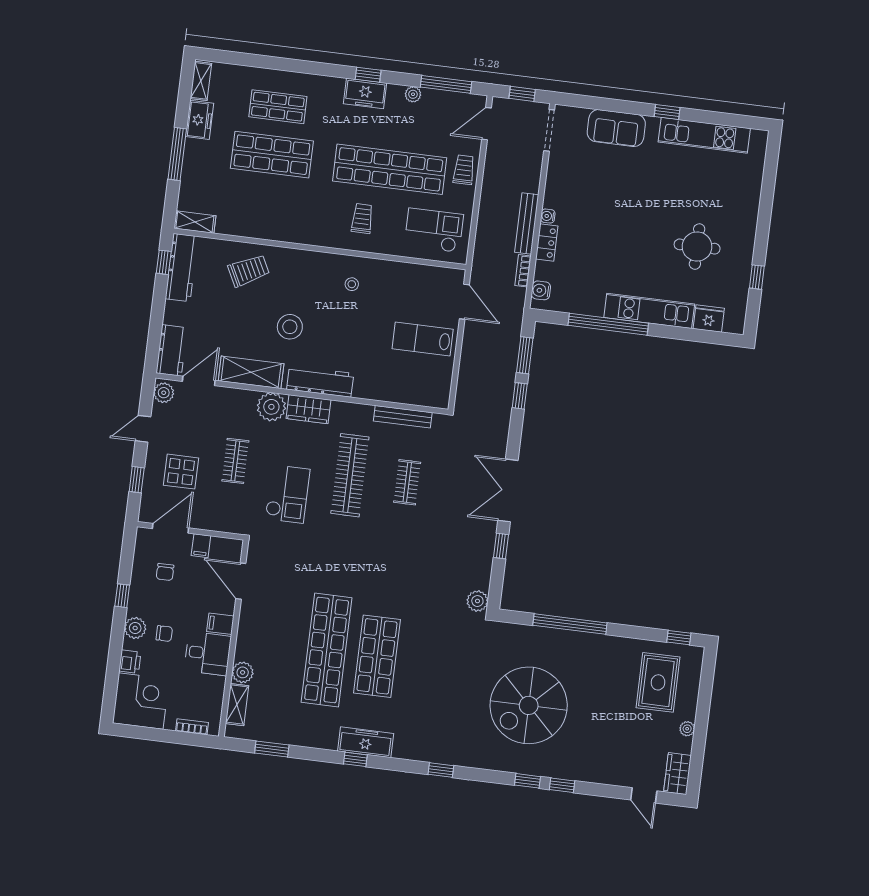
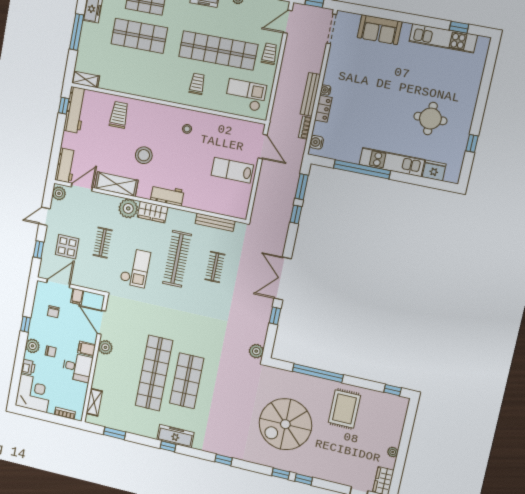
window: (667, 112) -> (459, 27), moved
trolley: (249, 271) -> (119, 115), turned -63
workbench: (320, 381) -> (167, 195), width x0.73
plant: (243, 672) -> (105, 347), moved
rug: (658, 682) -> (344, 409), moved

